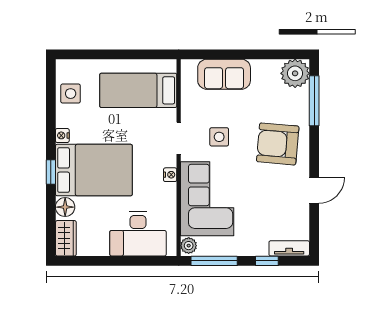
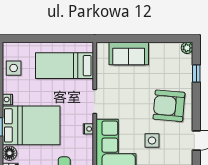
plant: (295, 73) -> (187, 48), width x0.53, depth x0.53
window: (314, 101) -> (196, 73), width x0.46
side table: (219, 137) -> (152, 141), moved

